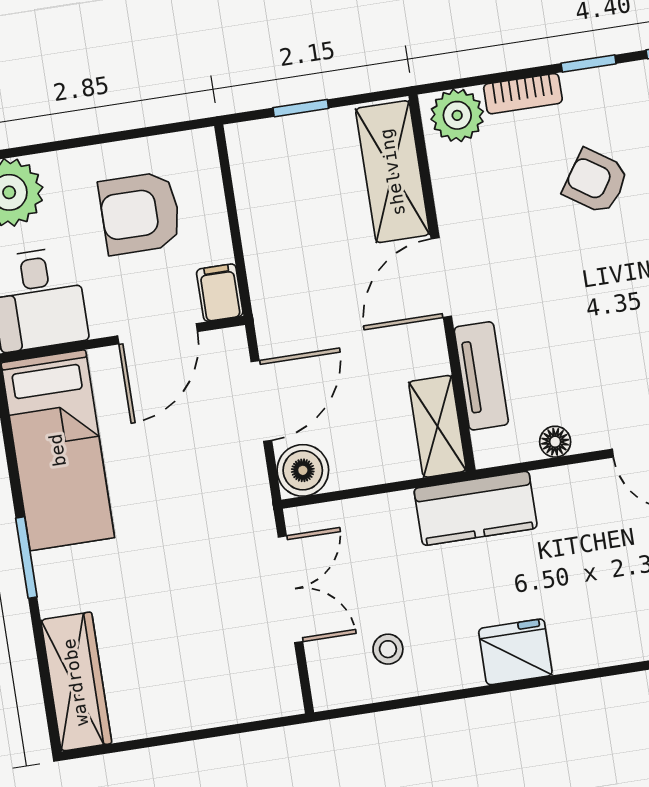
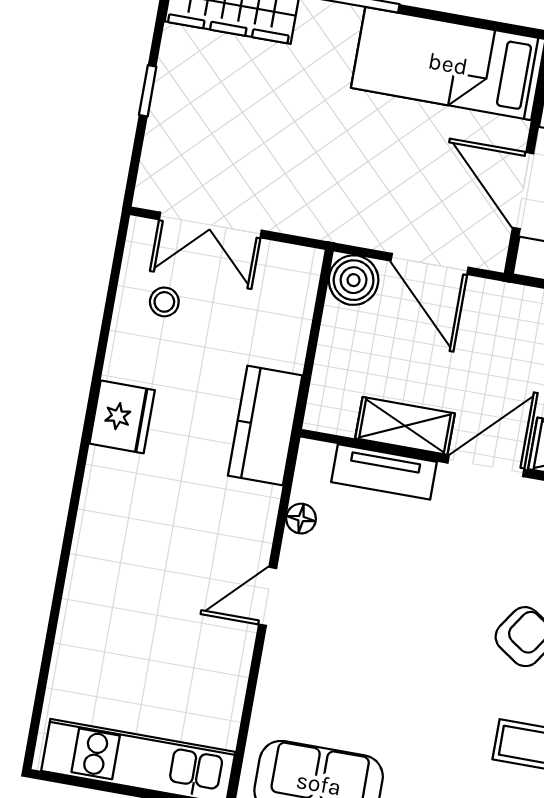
door: (441, 278) -> (486, 466), hinge flipped
shelving: (437, 426) -> (405, 426), moved
double door: (290, 589) -> (210, 225), moved
window: (186, 737) -> (148, 91), added

